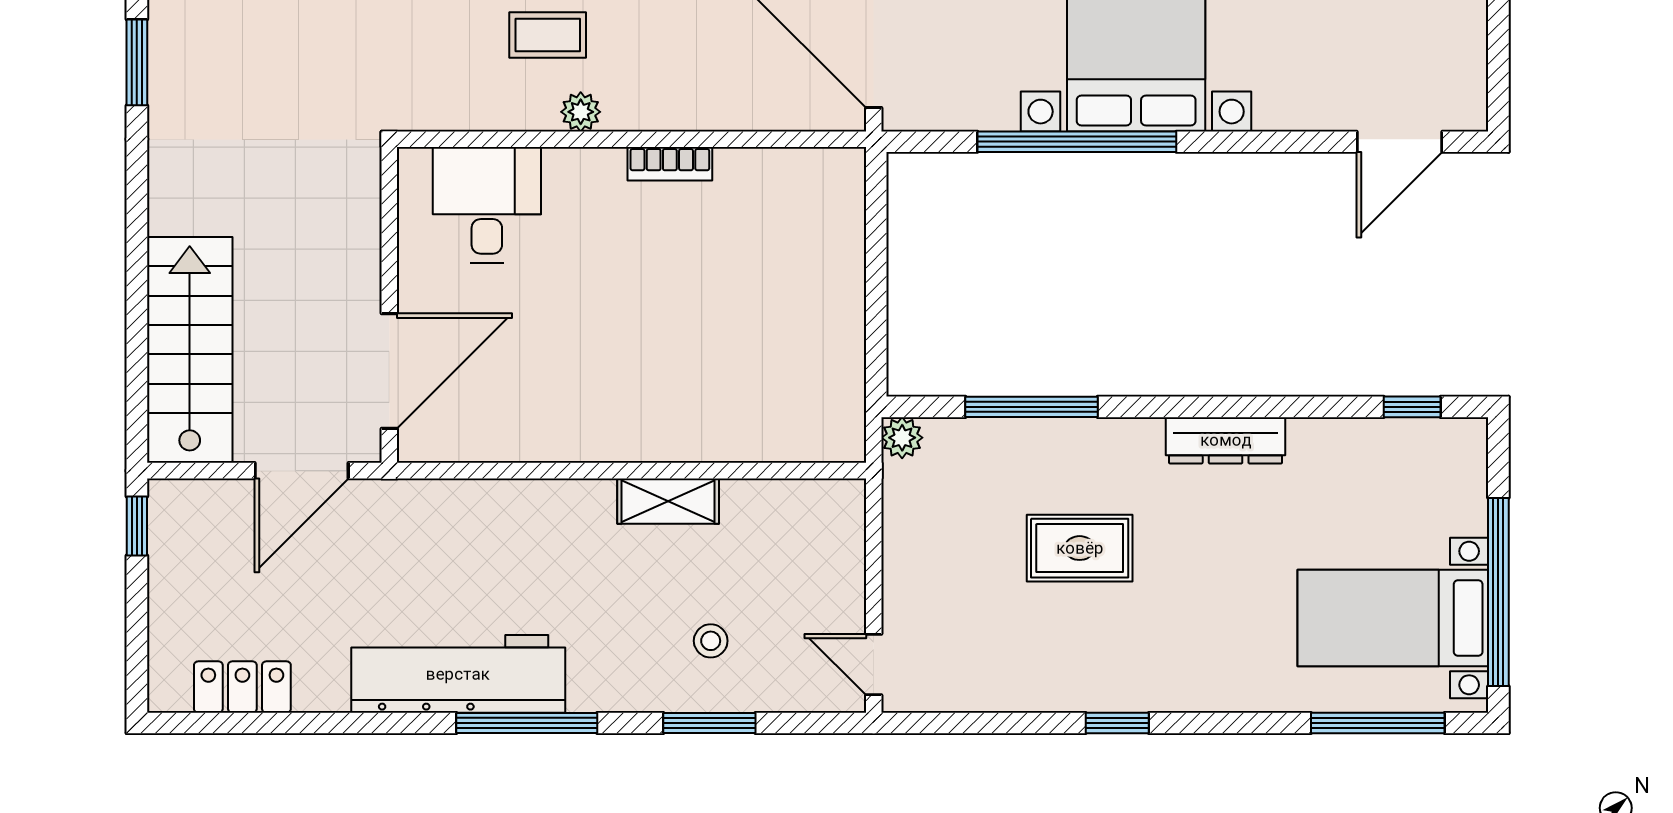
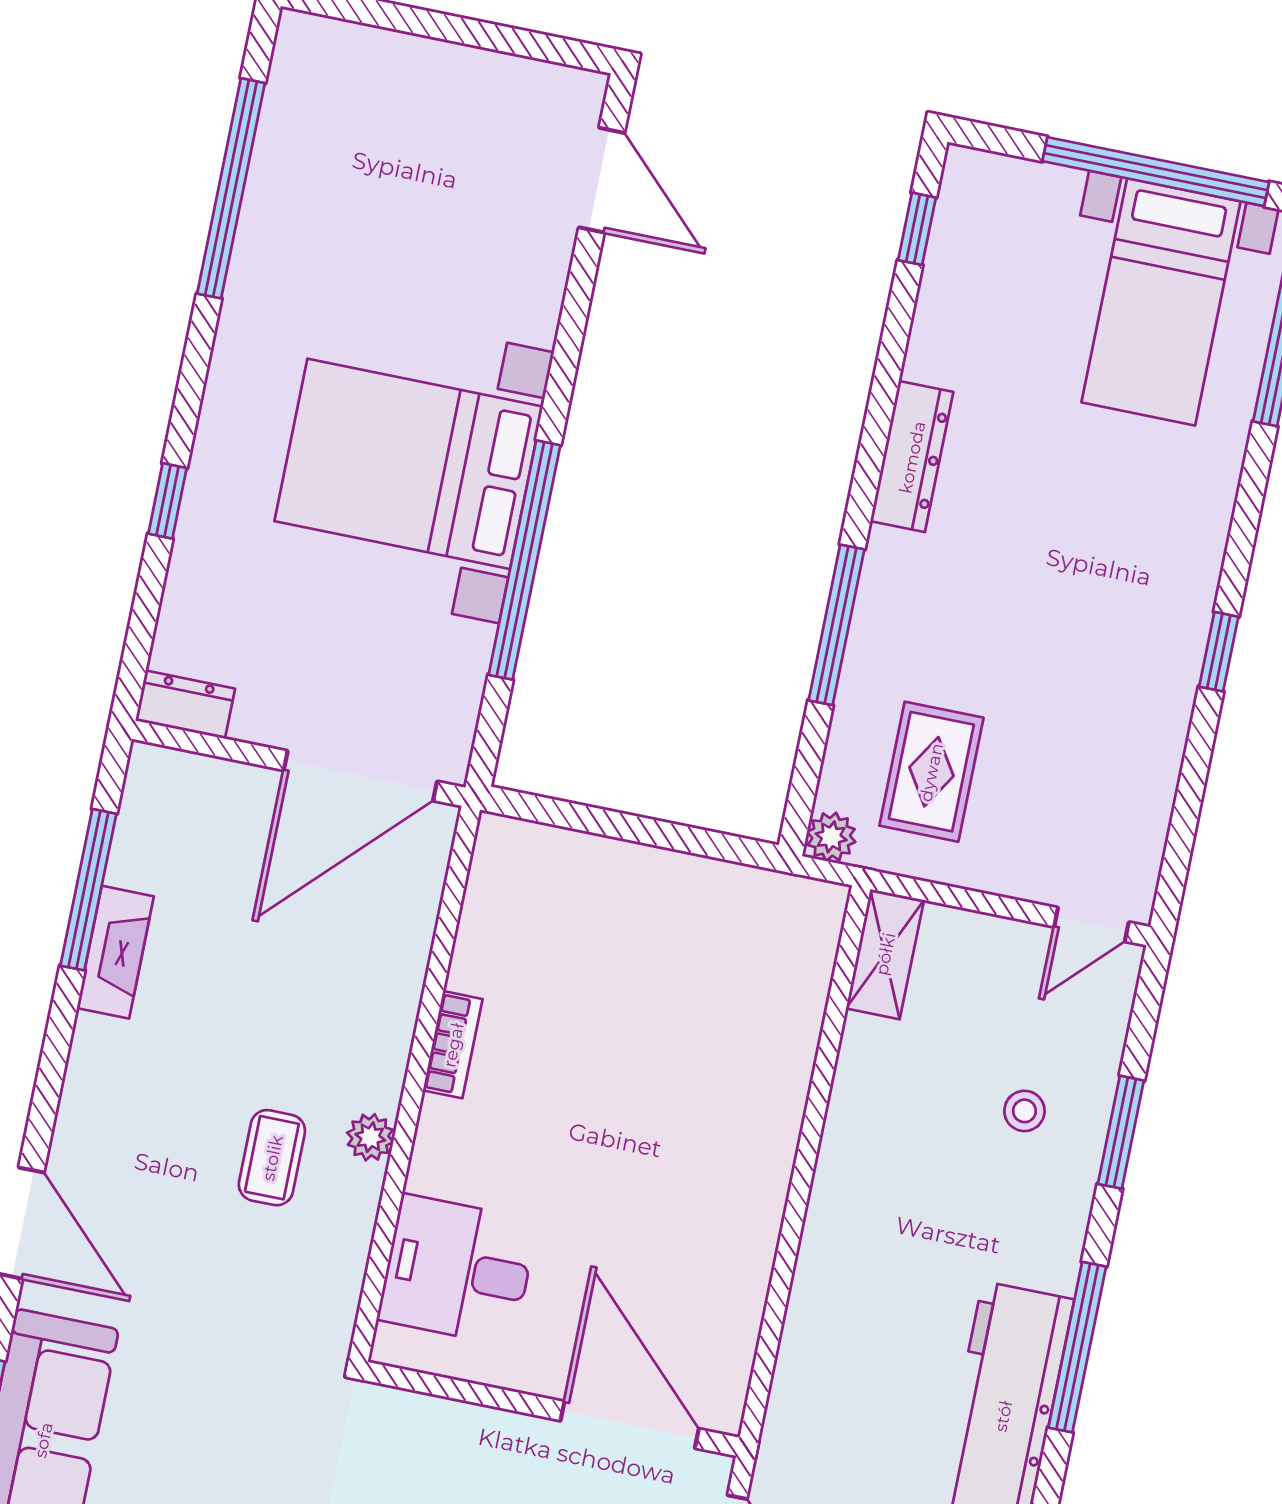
window: (1031, 407) -> (836, 625), moved
shelving: (668, 501) -> (885, 954), moved
rug: (1080, 548) -> (931, 772), moved

